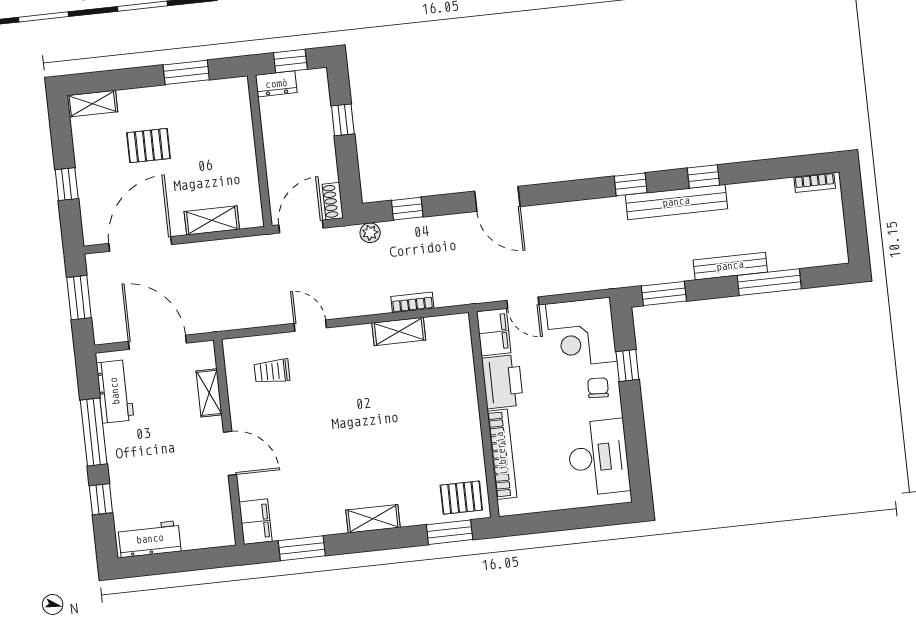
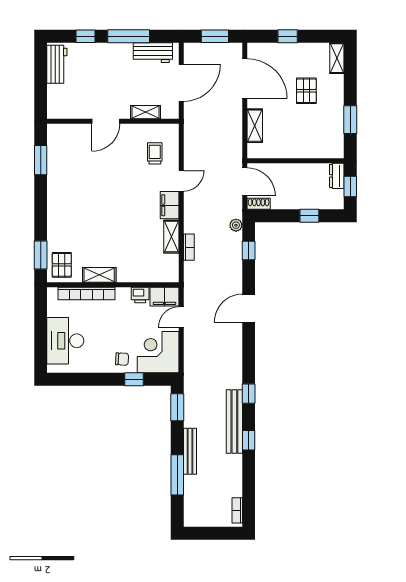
printer: (502, 382) -> (140, 295), width x0.53, depth x0.68
desk: (598, 457) -> (65, 341), moved, turned 90
shelving: (373, 519) -> (99, 275), moved, turned 90
filing cabinet: (256, 522) -> (170, 205), moved, turned 90

